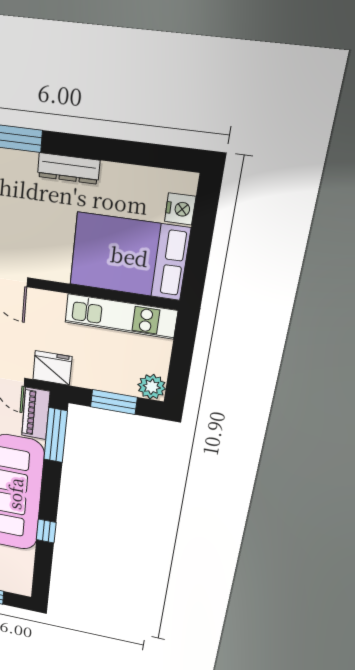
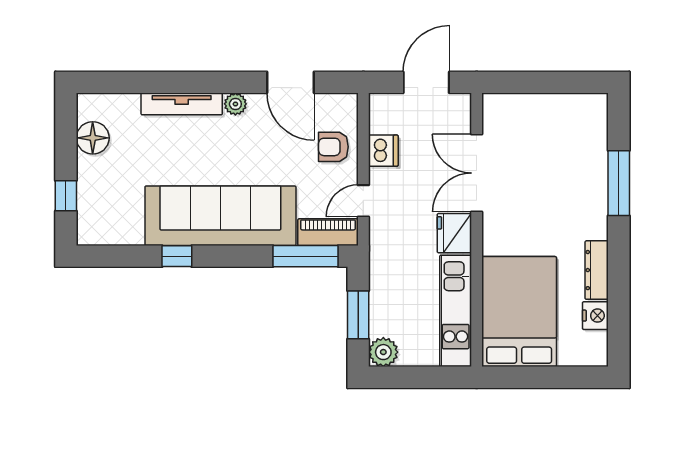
dresser: (69, 168) -> (597, 270), moved
nightstand: (180, 209) -> (595, 316), moved, turned -90
fridge: (52, 368) -> (454, 233), moved, turned 180

